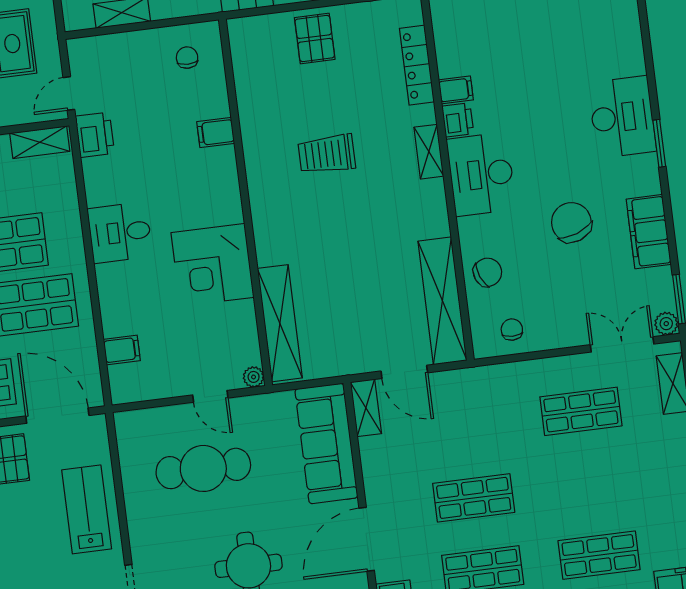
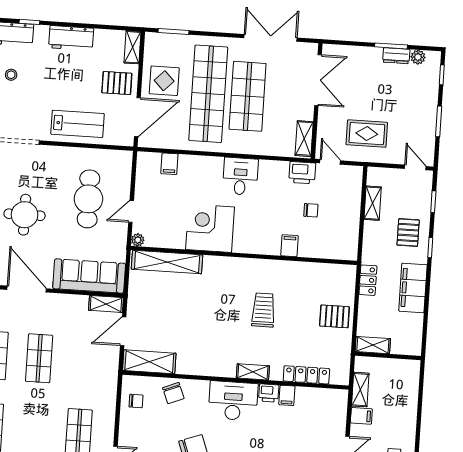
chair: (187, 58) -> (311, 210), moved
shelving: (442, 301) -> (149, 362), width x0.68

